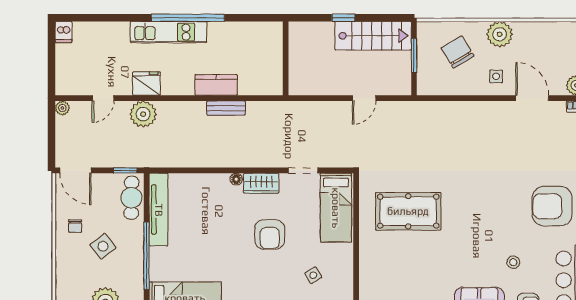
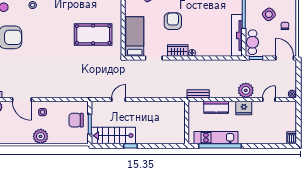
kitchen unit: (169, 32) -> (216, 138), moved
chair: (458, 52) -> (76, 120), moved, turned 121
wall: (286, 58) -> (187, 122), moved
kitchen counter: (216, 85) -> (216, 107), moved

